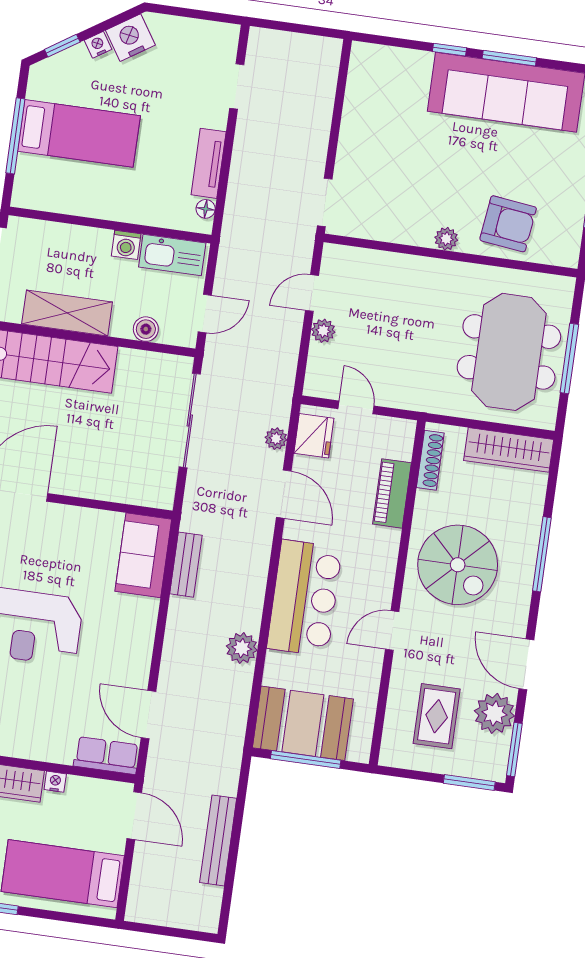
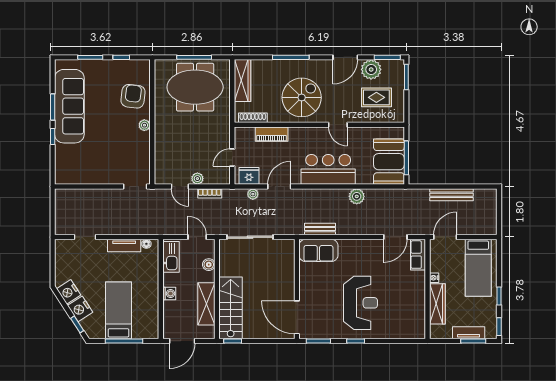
nightstand: (98, 45) -> (80, 309), width x1.89, depth x1.79
washing machine: (126, 245) -> (169, 294), moved
bookcase: (290, 351) -> (210, 193), added

